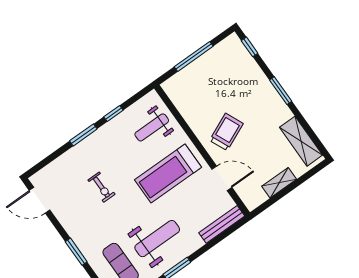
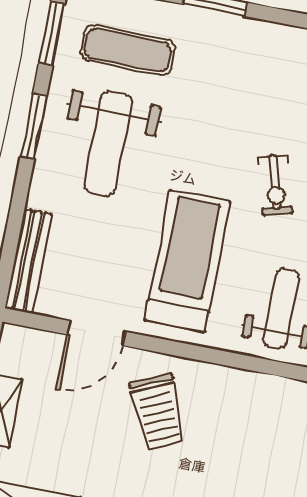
exercise bike: (101, 187) -> (275, 185), moved, turned -106

